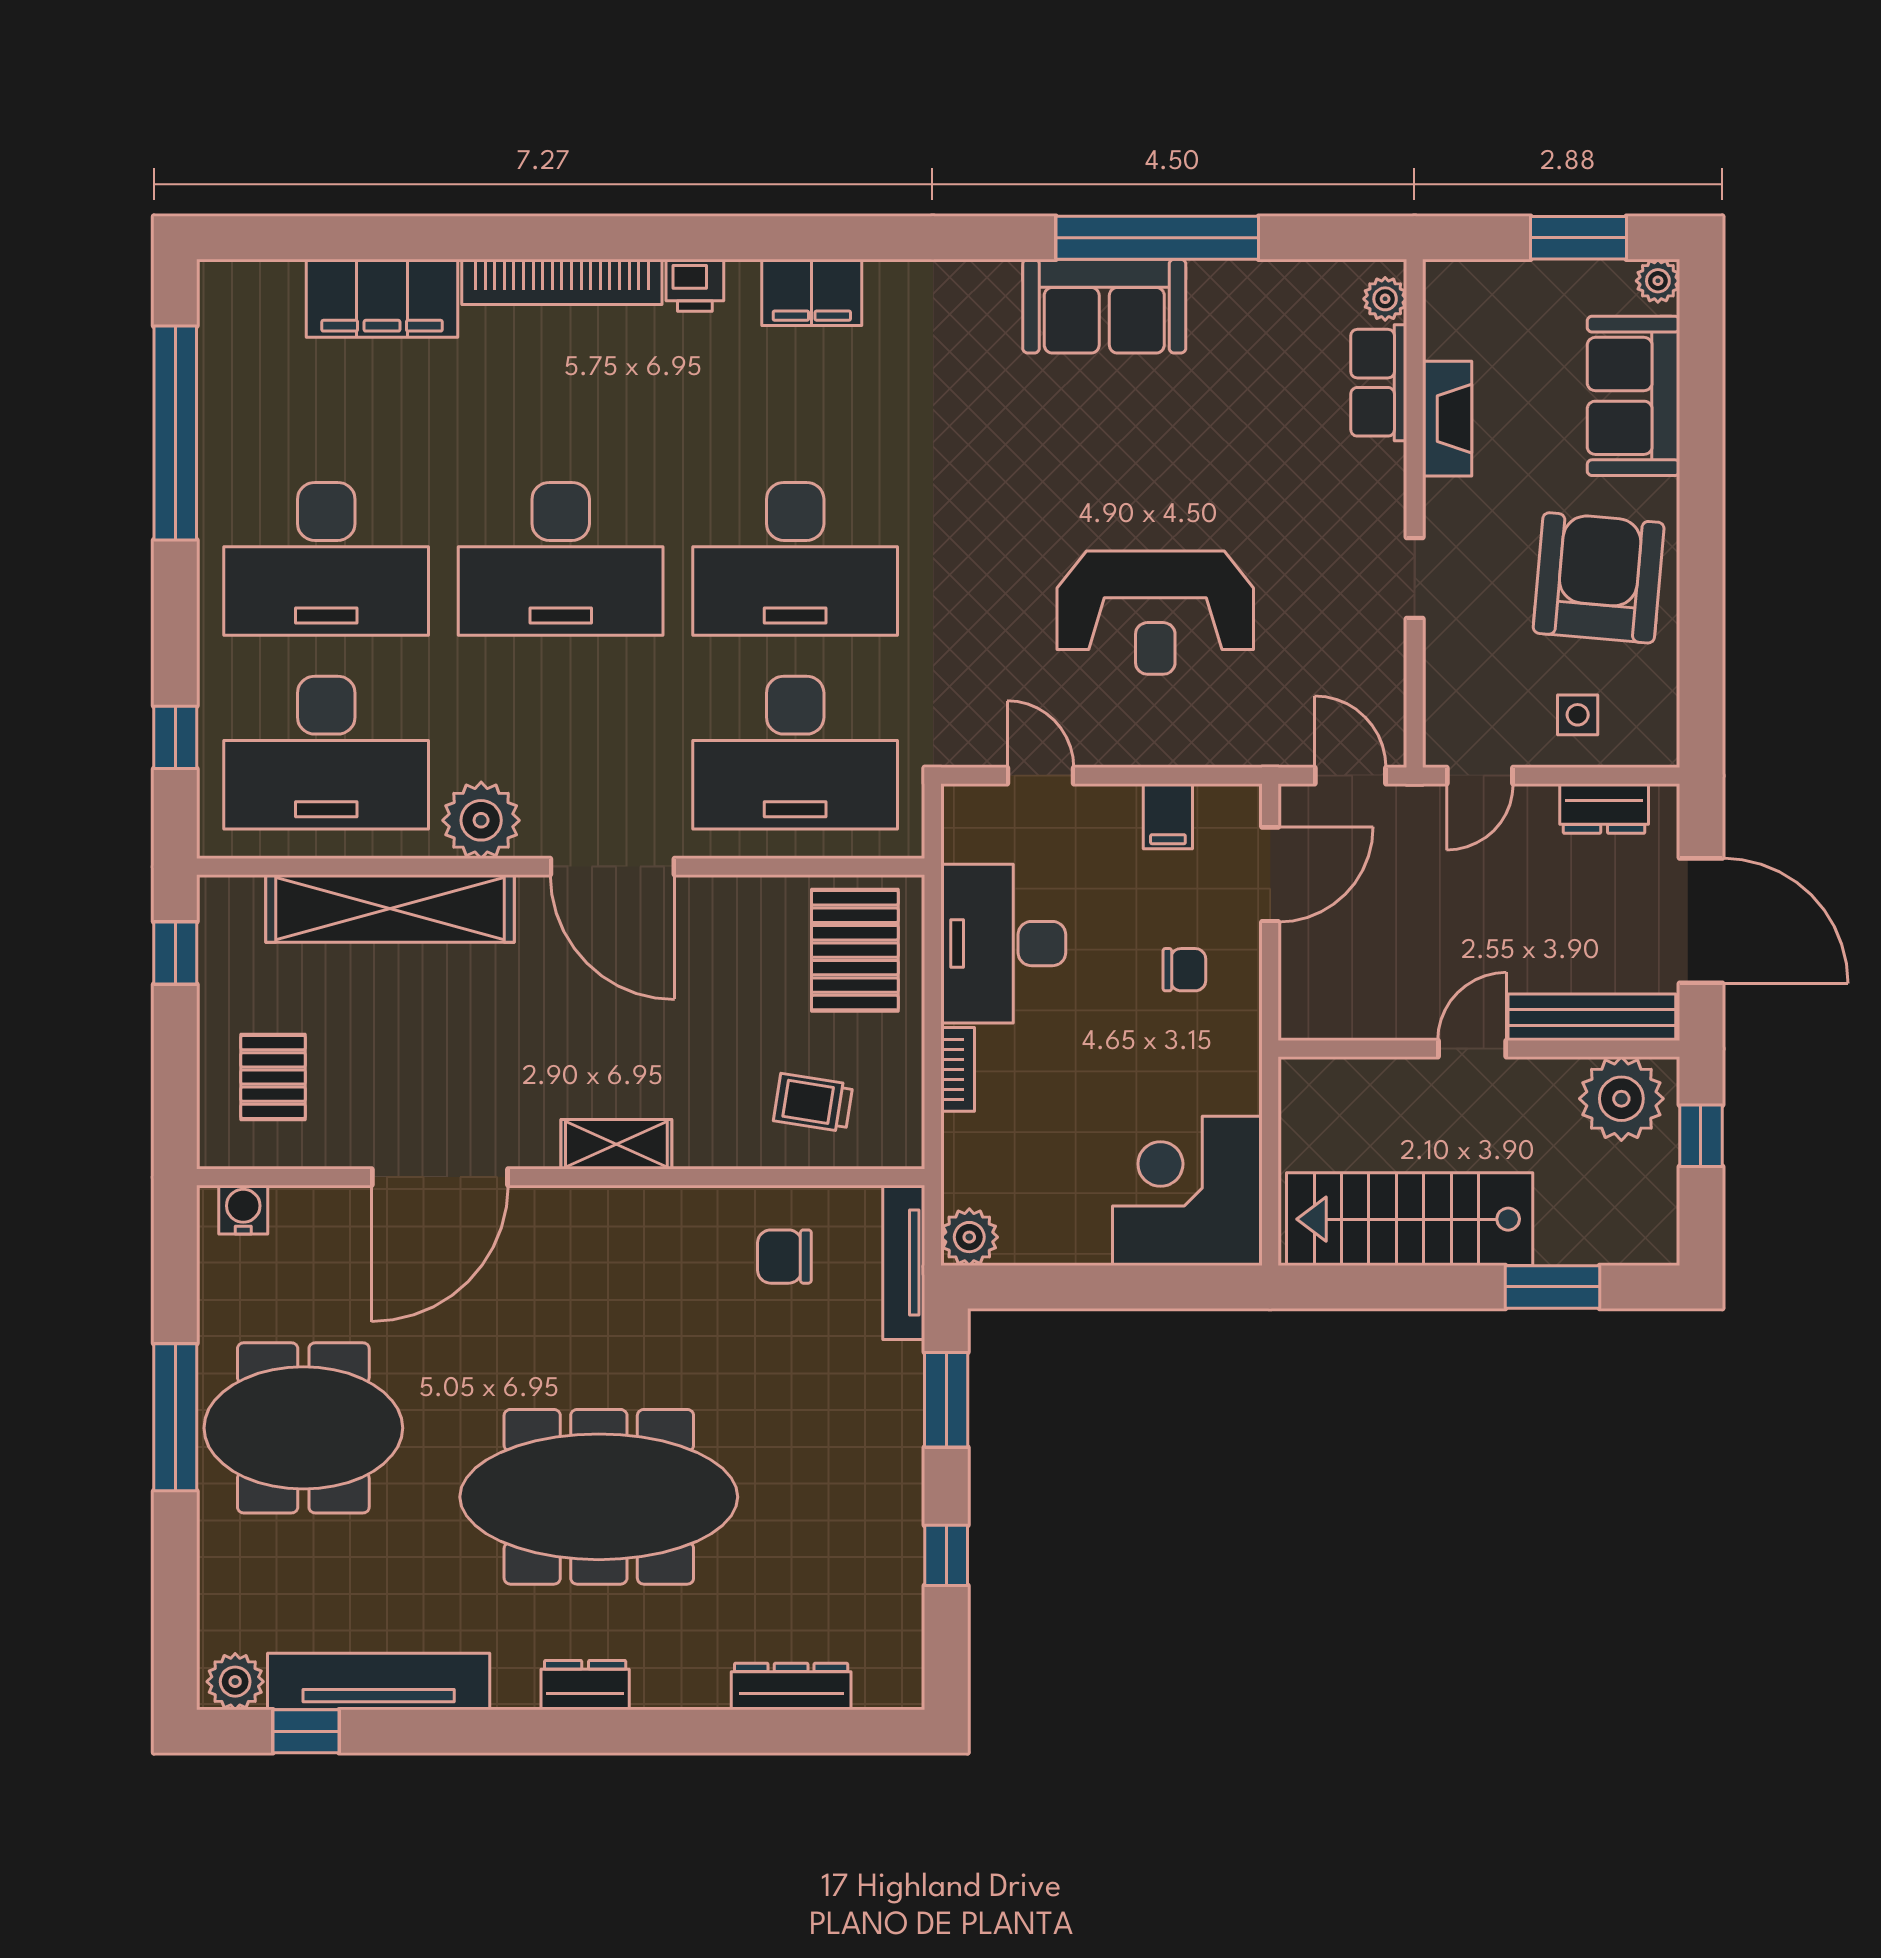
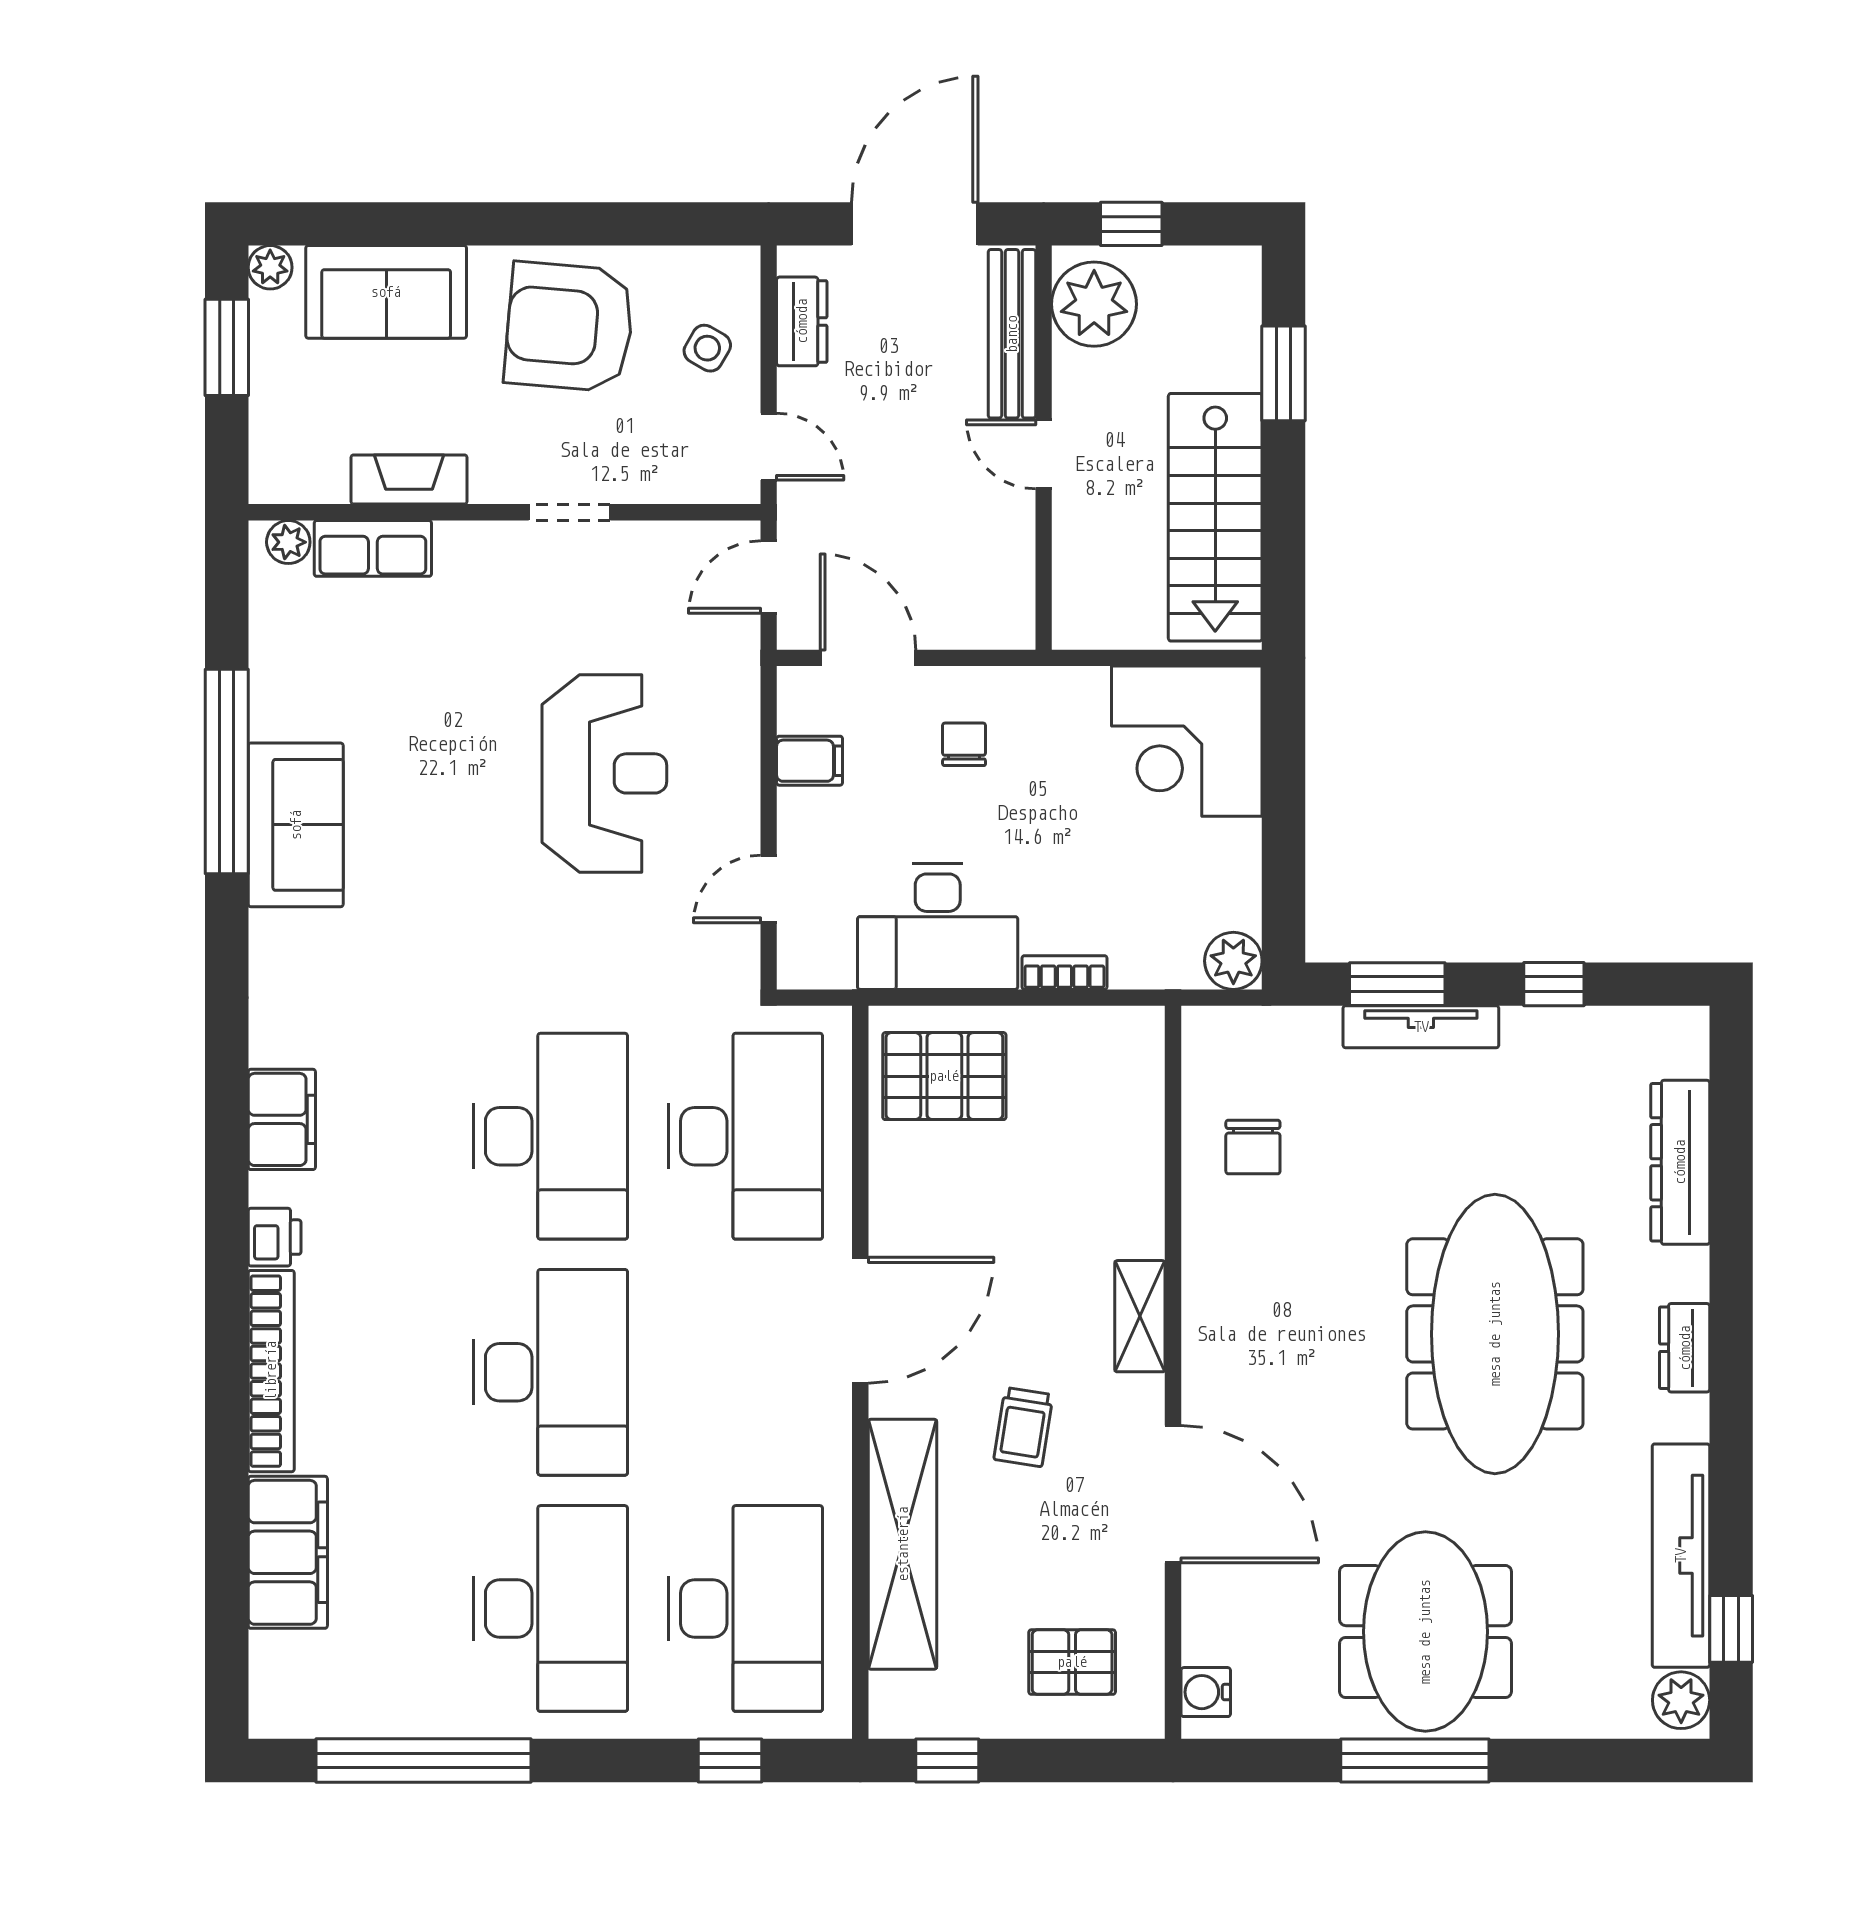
side table: (1578, 715) -> (707, 348), turned 30
plant: (481, 820) -> (814, 1453), removed
trolley: (813, 1103) -> (1023, 1427), moved
tv unit: (904, 1262) -> (1421, 1027), moved
dresser: (791, 1686) -> (1680, 1162), width x1.37, depth x1.24

